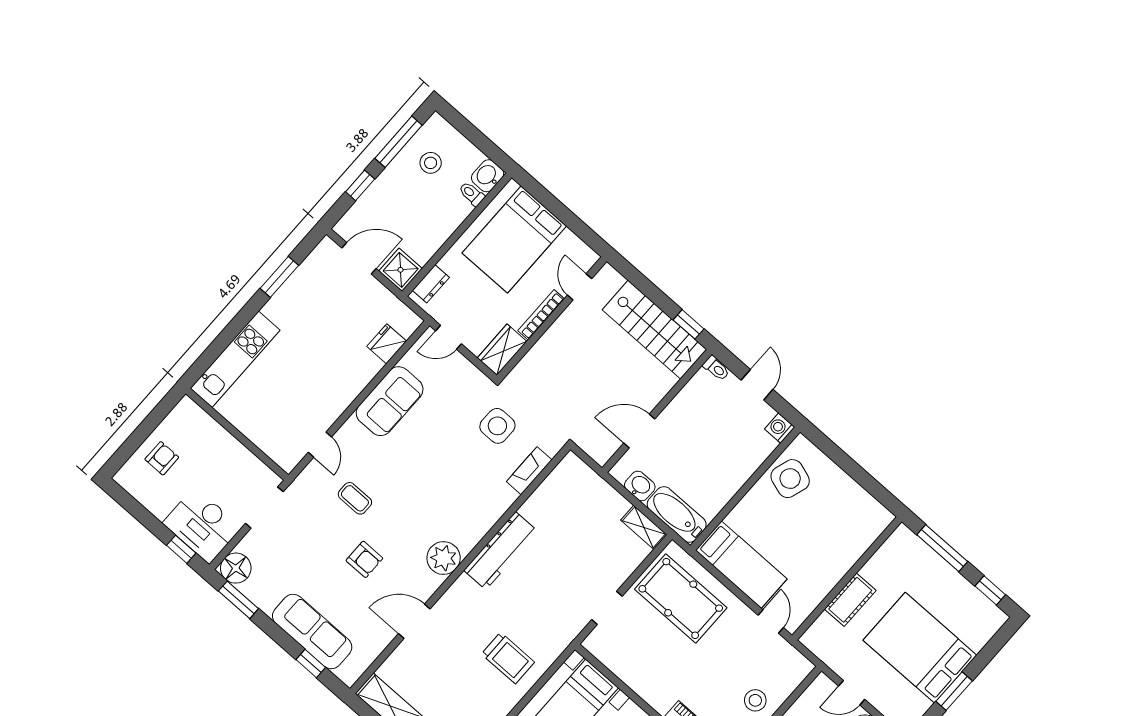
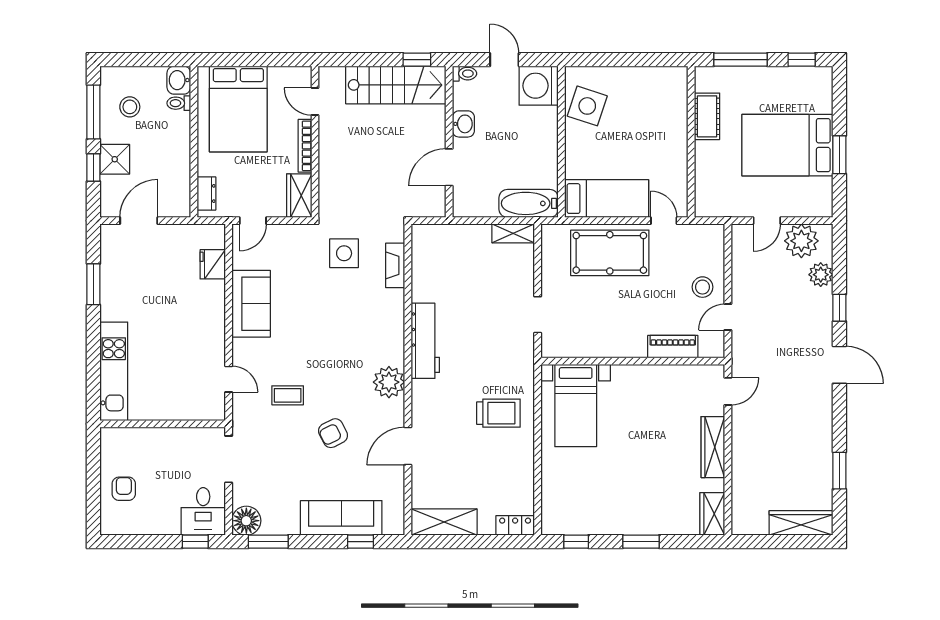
shower: (401, 270) -> (115, 159), moved
washing machine: (780, 428) -> (539, 86), width x1.89, depth x1.89
washbasin: (640, 486) -> (463, 124), moved, turned 90
desk: (202, 525) -> (203, 511), width x0.73
armchair: (364, 559) -> (333, 433), turned 153
pool table: (681, 598) -> (610, 253), moved
cot: (850, 600) -> (707, 116), moved

